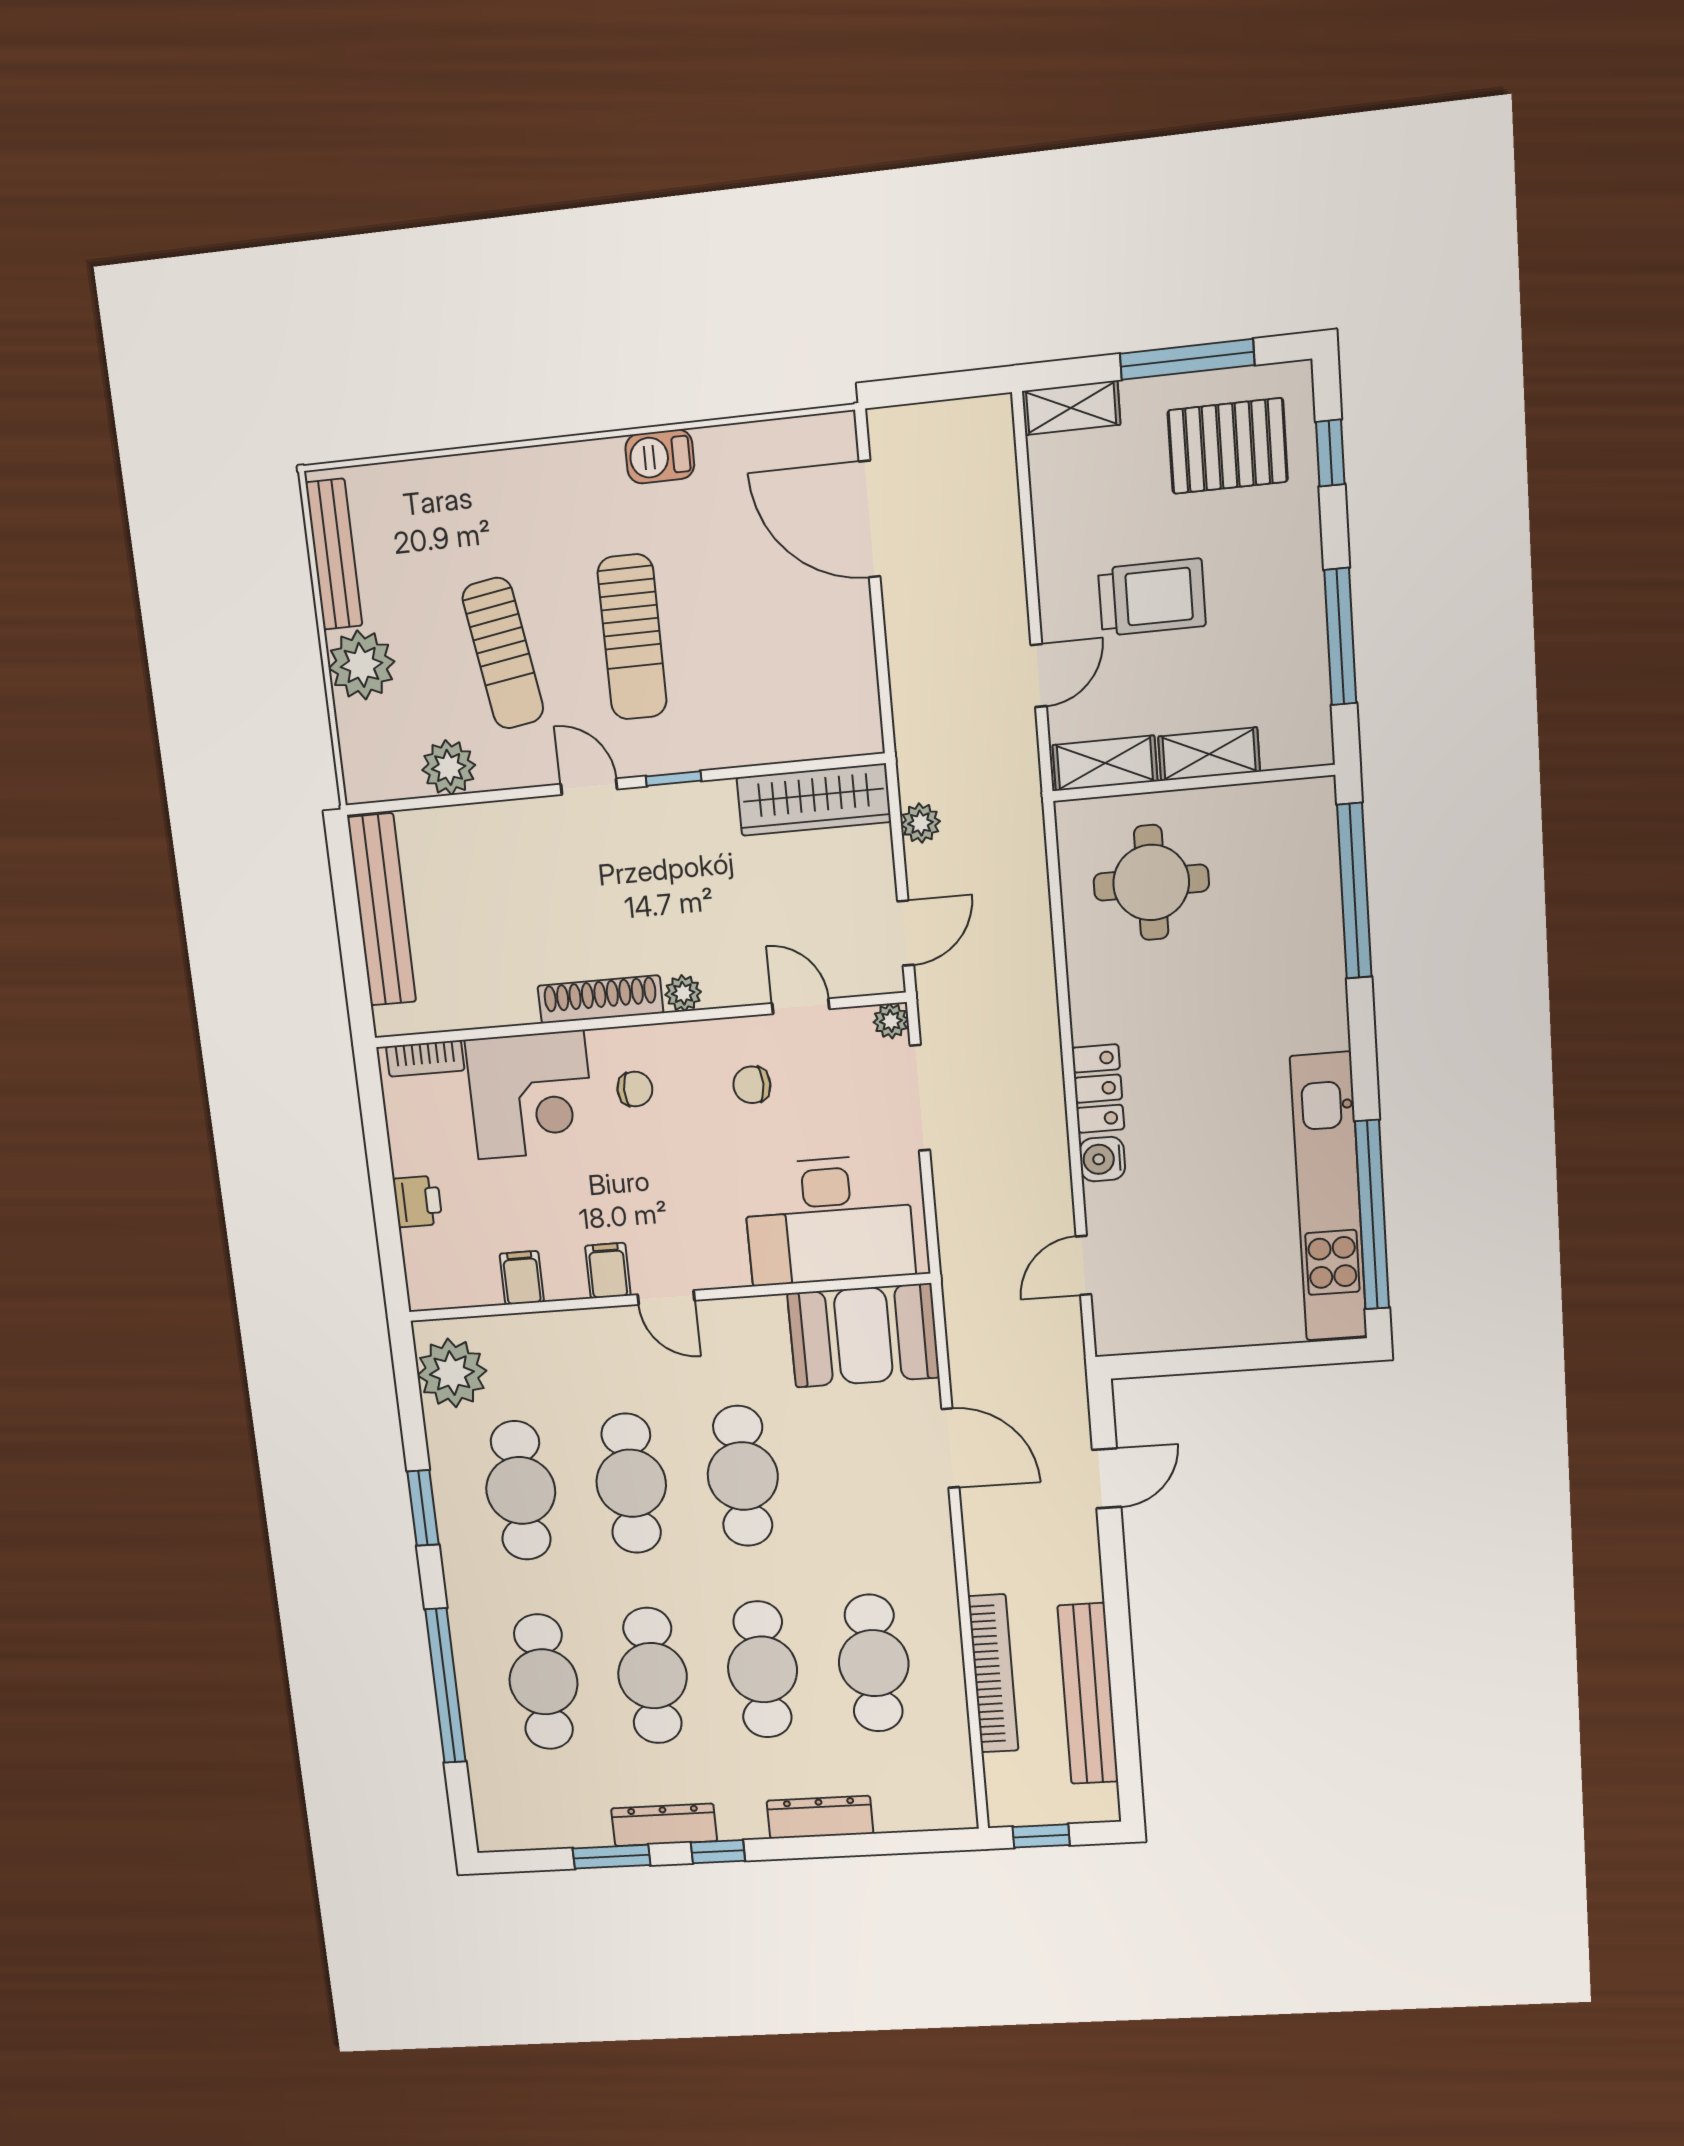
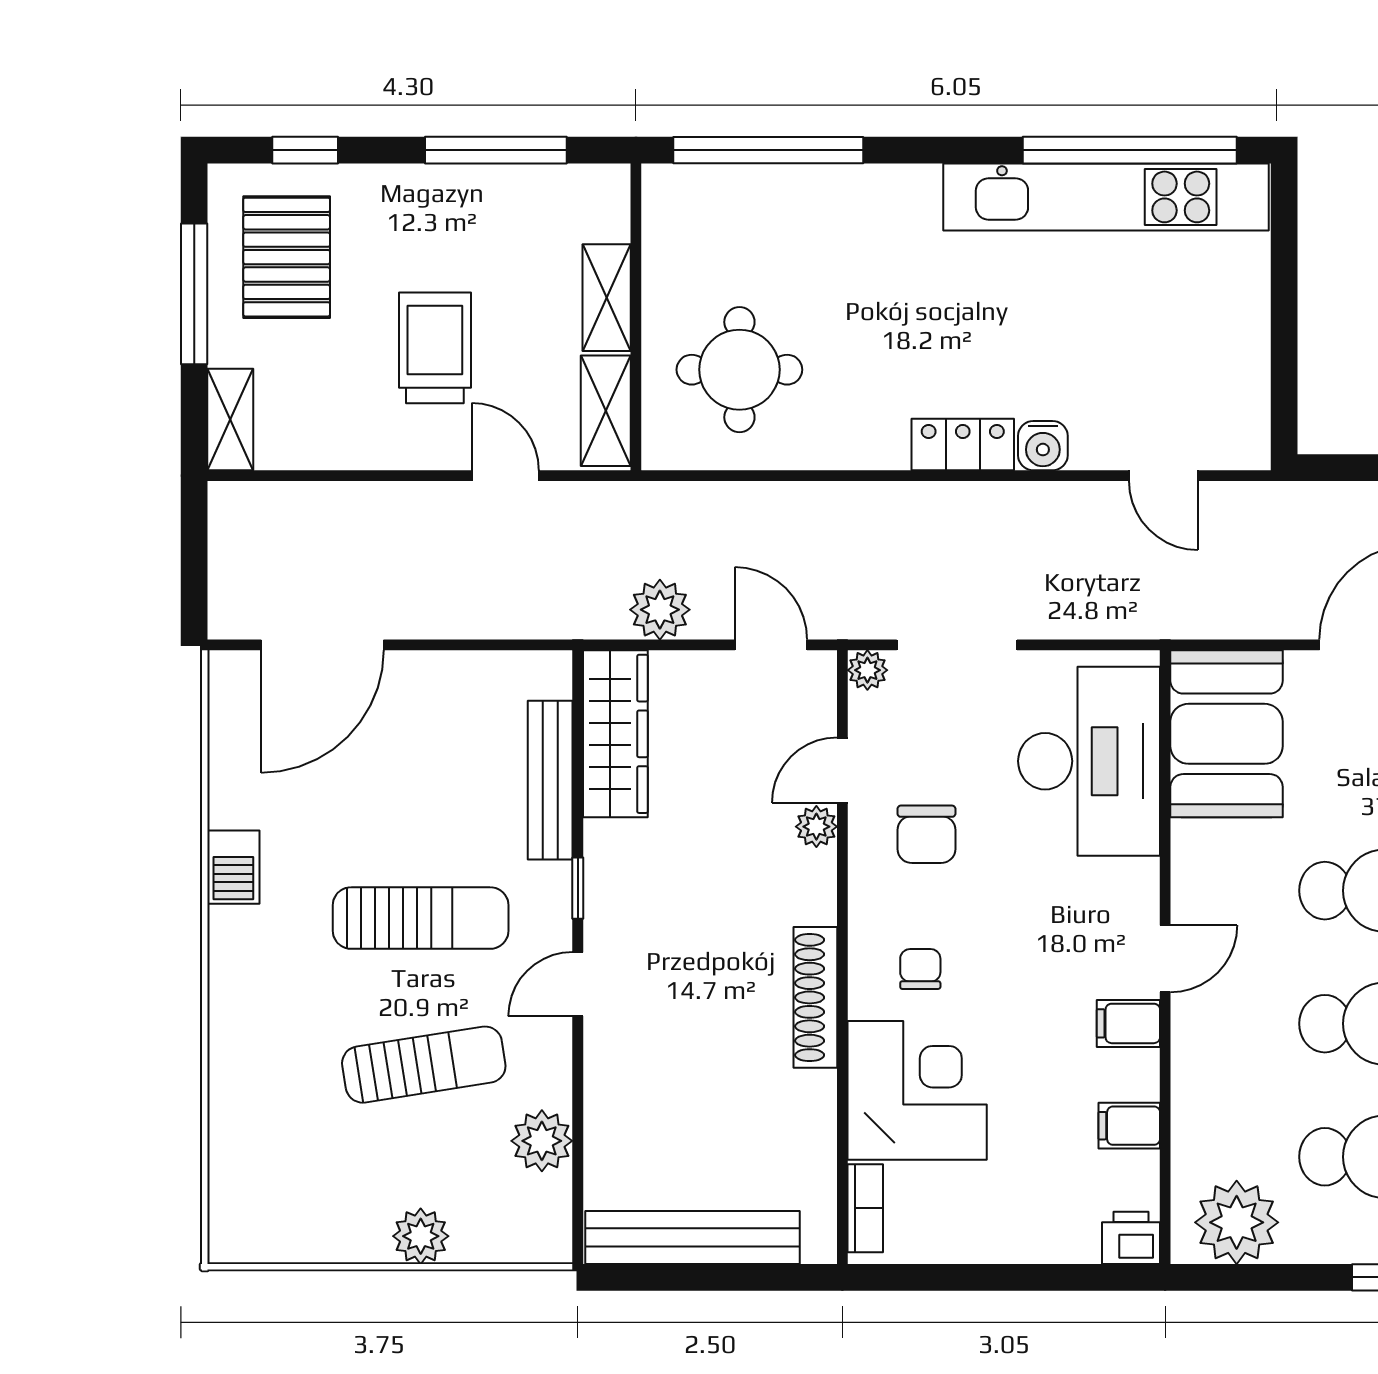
bench: (334, 554) -> (550, 780), moved, turned 90
plant: (361, 665) -> (421, 1236), width x0.73, depth x0.73
plant: (920, 823) -> (660, 610), width x1.38, depth x1.38
plant: (683, 993) -> (816, 827), moved
chair: (752, 1085) -> (926, 834), width x1.37, depth x1.37
printer: (418, 1201) -> (1131, 1238), moved

